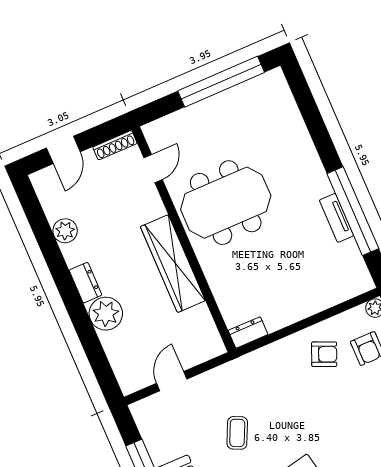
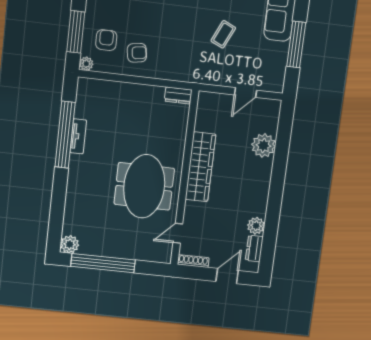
plant: (274, 82) -> (70, 244), added
meeting table: (226, 203) -> (144, 186), turned 90
dresser: (85, 283) -> (254, 248), moved
plant: (106, 314) -> (264, 145), moved
armchair: (324, 354) -> (137, 53), turned 148

